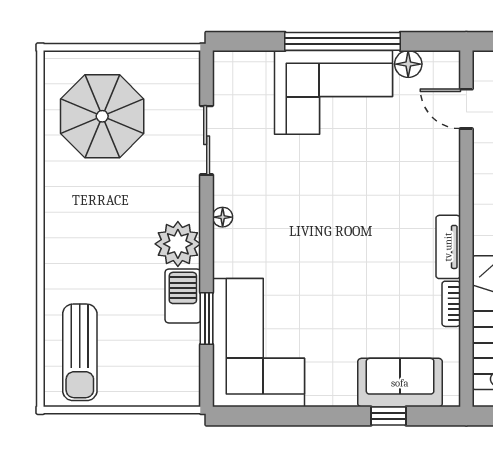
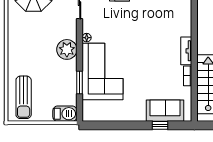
barbecue: (183, 296) -> (65, 114), moved, turned 90
corner sofa: (258, 343) -> (102, 72), moved

